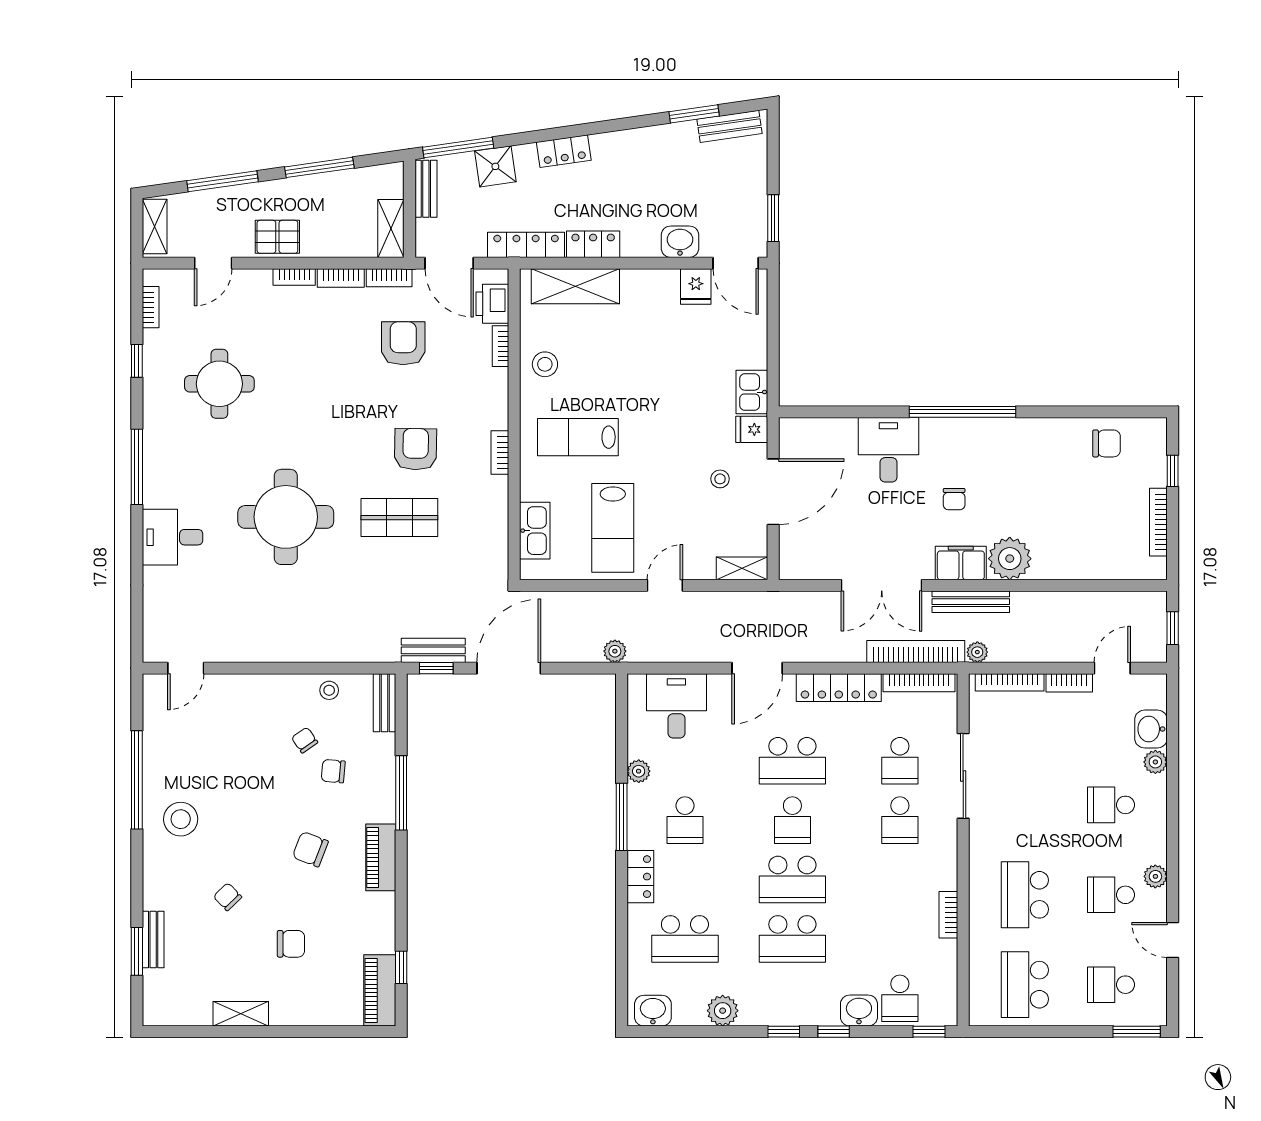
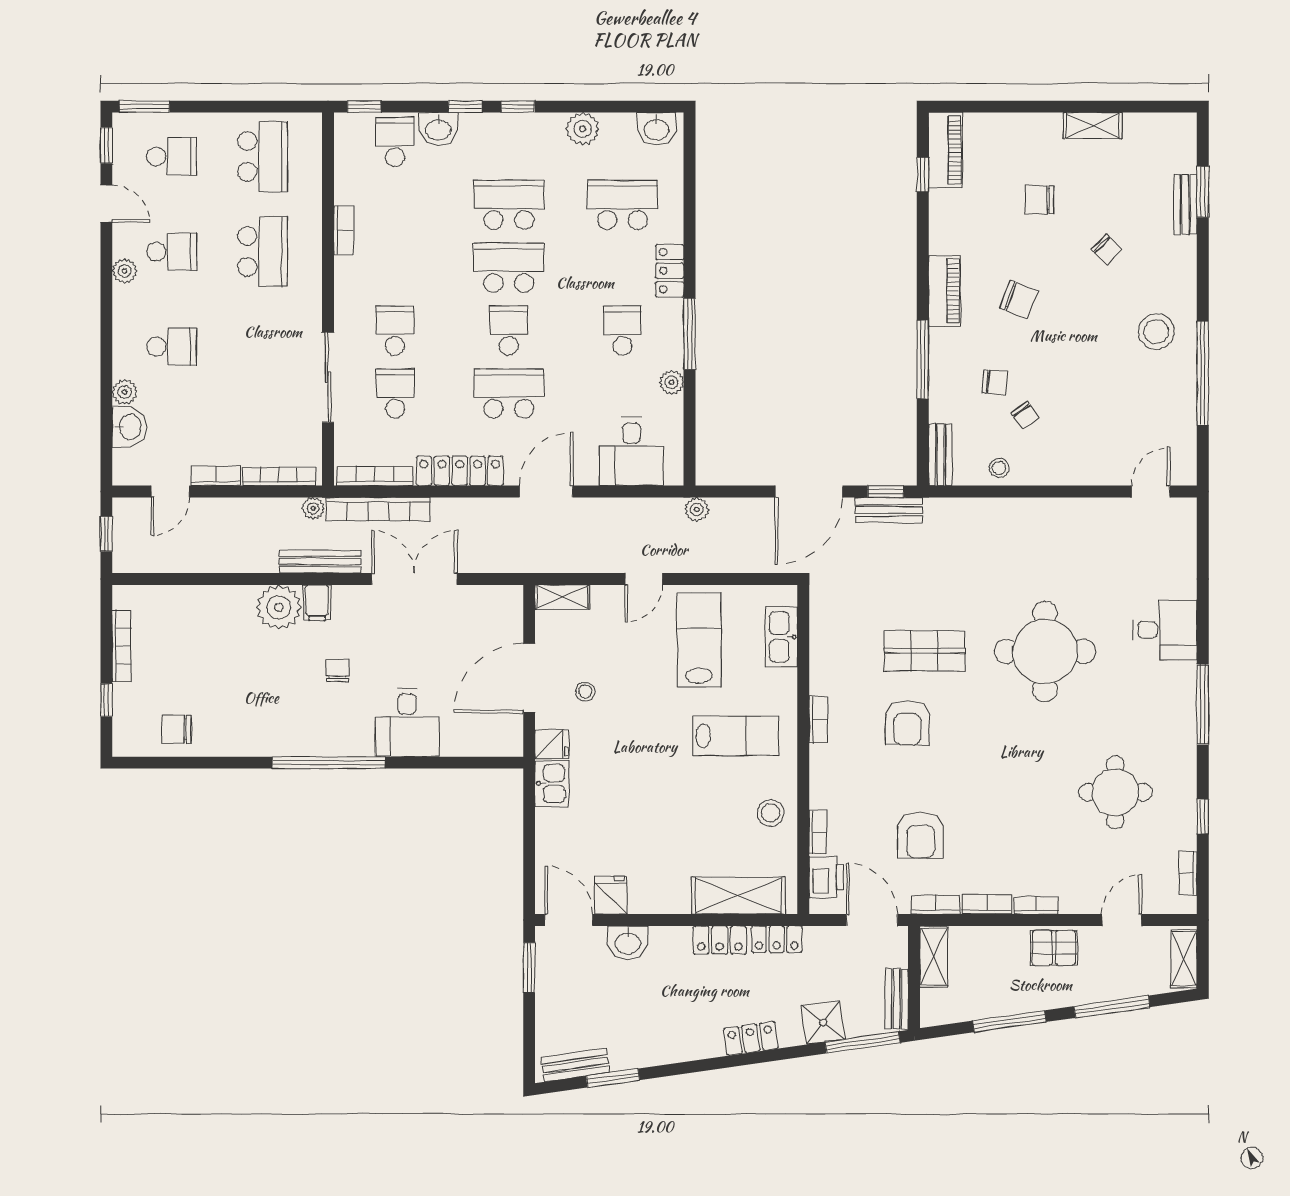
locker: (526, 245) -> (777, 939), width x0.66
filing cabinet: (961, 563) -> (317, 603), width x0.50
window: (1173, 995) -> (106, 145), added

